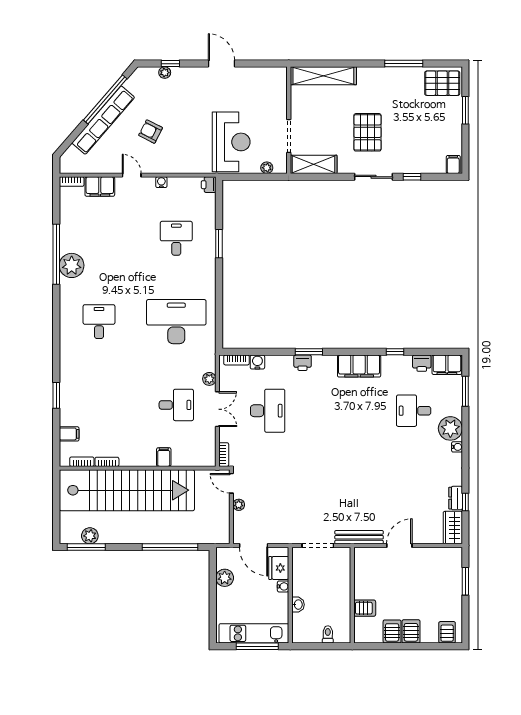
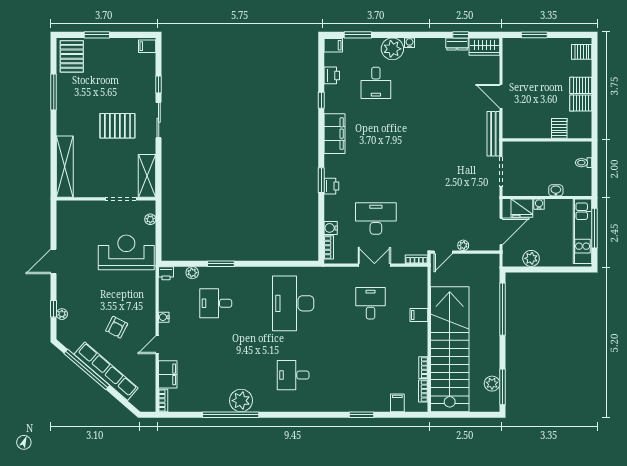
filing cabinet: (447, 365) -> (333, 45), width x0.50
plant: (209, 379) -> (192, 273), moved

